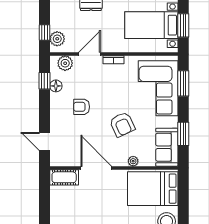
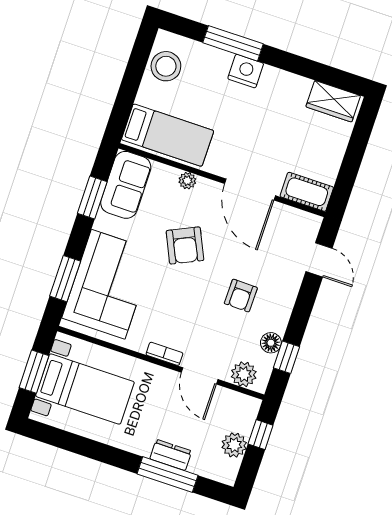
plant: (57, 39) -> (234, 445), moved
door: (90, 54) -> (200, 376), hinge flipped
armchair: (82, 107) -> (241, 296), turned 91
armchair: (122, 124) -> (185, 245), turned 180
bed: (153, 189) -> (168, 135), width x0.67

